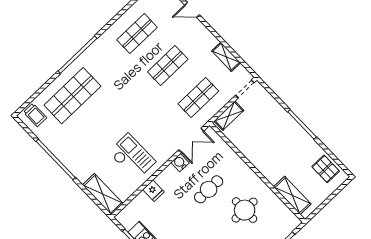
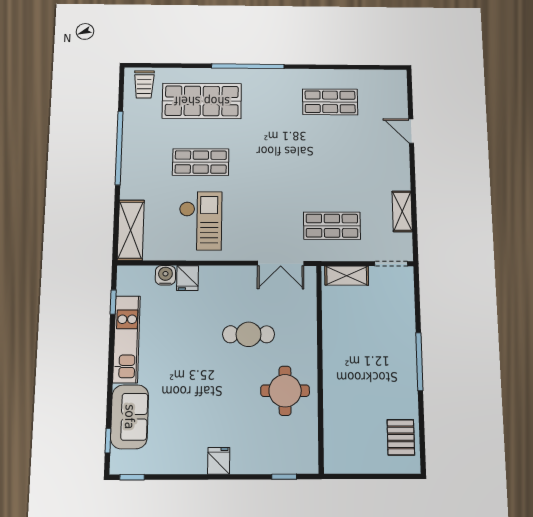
shop shelf: (168, 66) -> (201, 162), moved
water cooler: (180, 163) -> (165, 275), moved
shelving: (292, 195) -> (335, 431), removed
round table: (245, 210) -> (285, 391), moved

